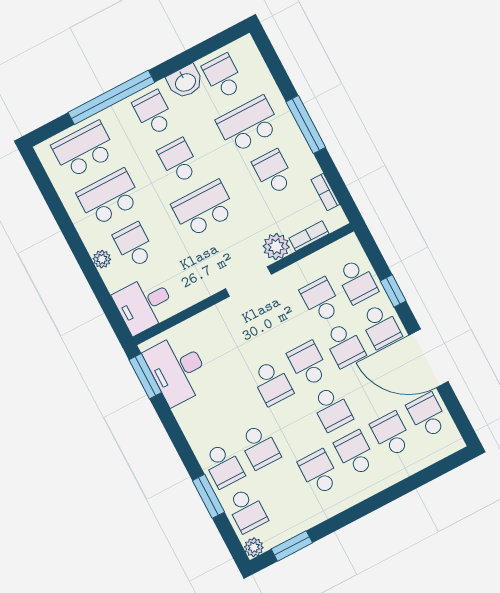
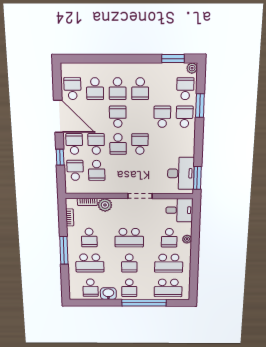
doorway: (248, 281) -> (140, 196), moved
school desk: (427, 415) -> (72, 89), turned 180

